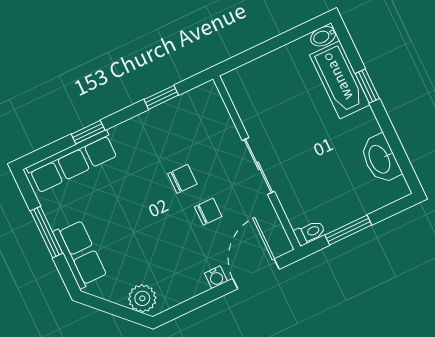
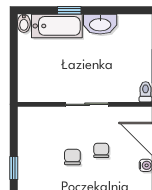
window: (161, 97) -> (14, 168), moved
washbasin: (380, 159) -> (100, 24), moved

